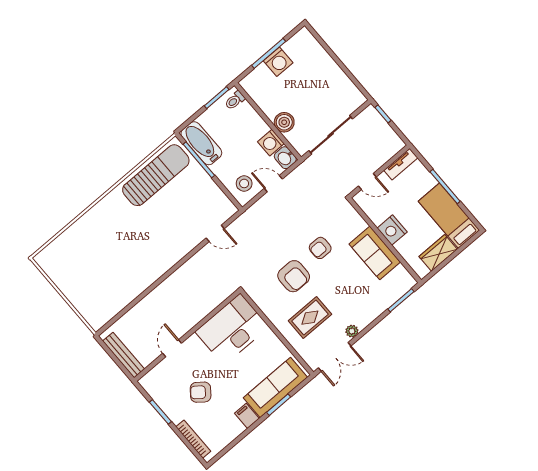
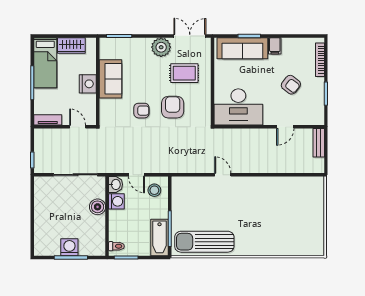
door: (215, 233) -> (223, 175), moved
plant: (352, 331) -> (161, 47), width x1.88, depth x1.88
bench: (123, 355) -> (319, 143), width x0.73

